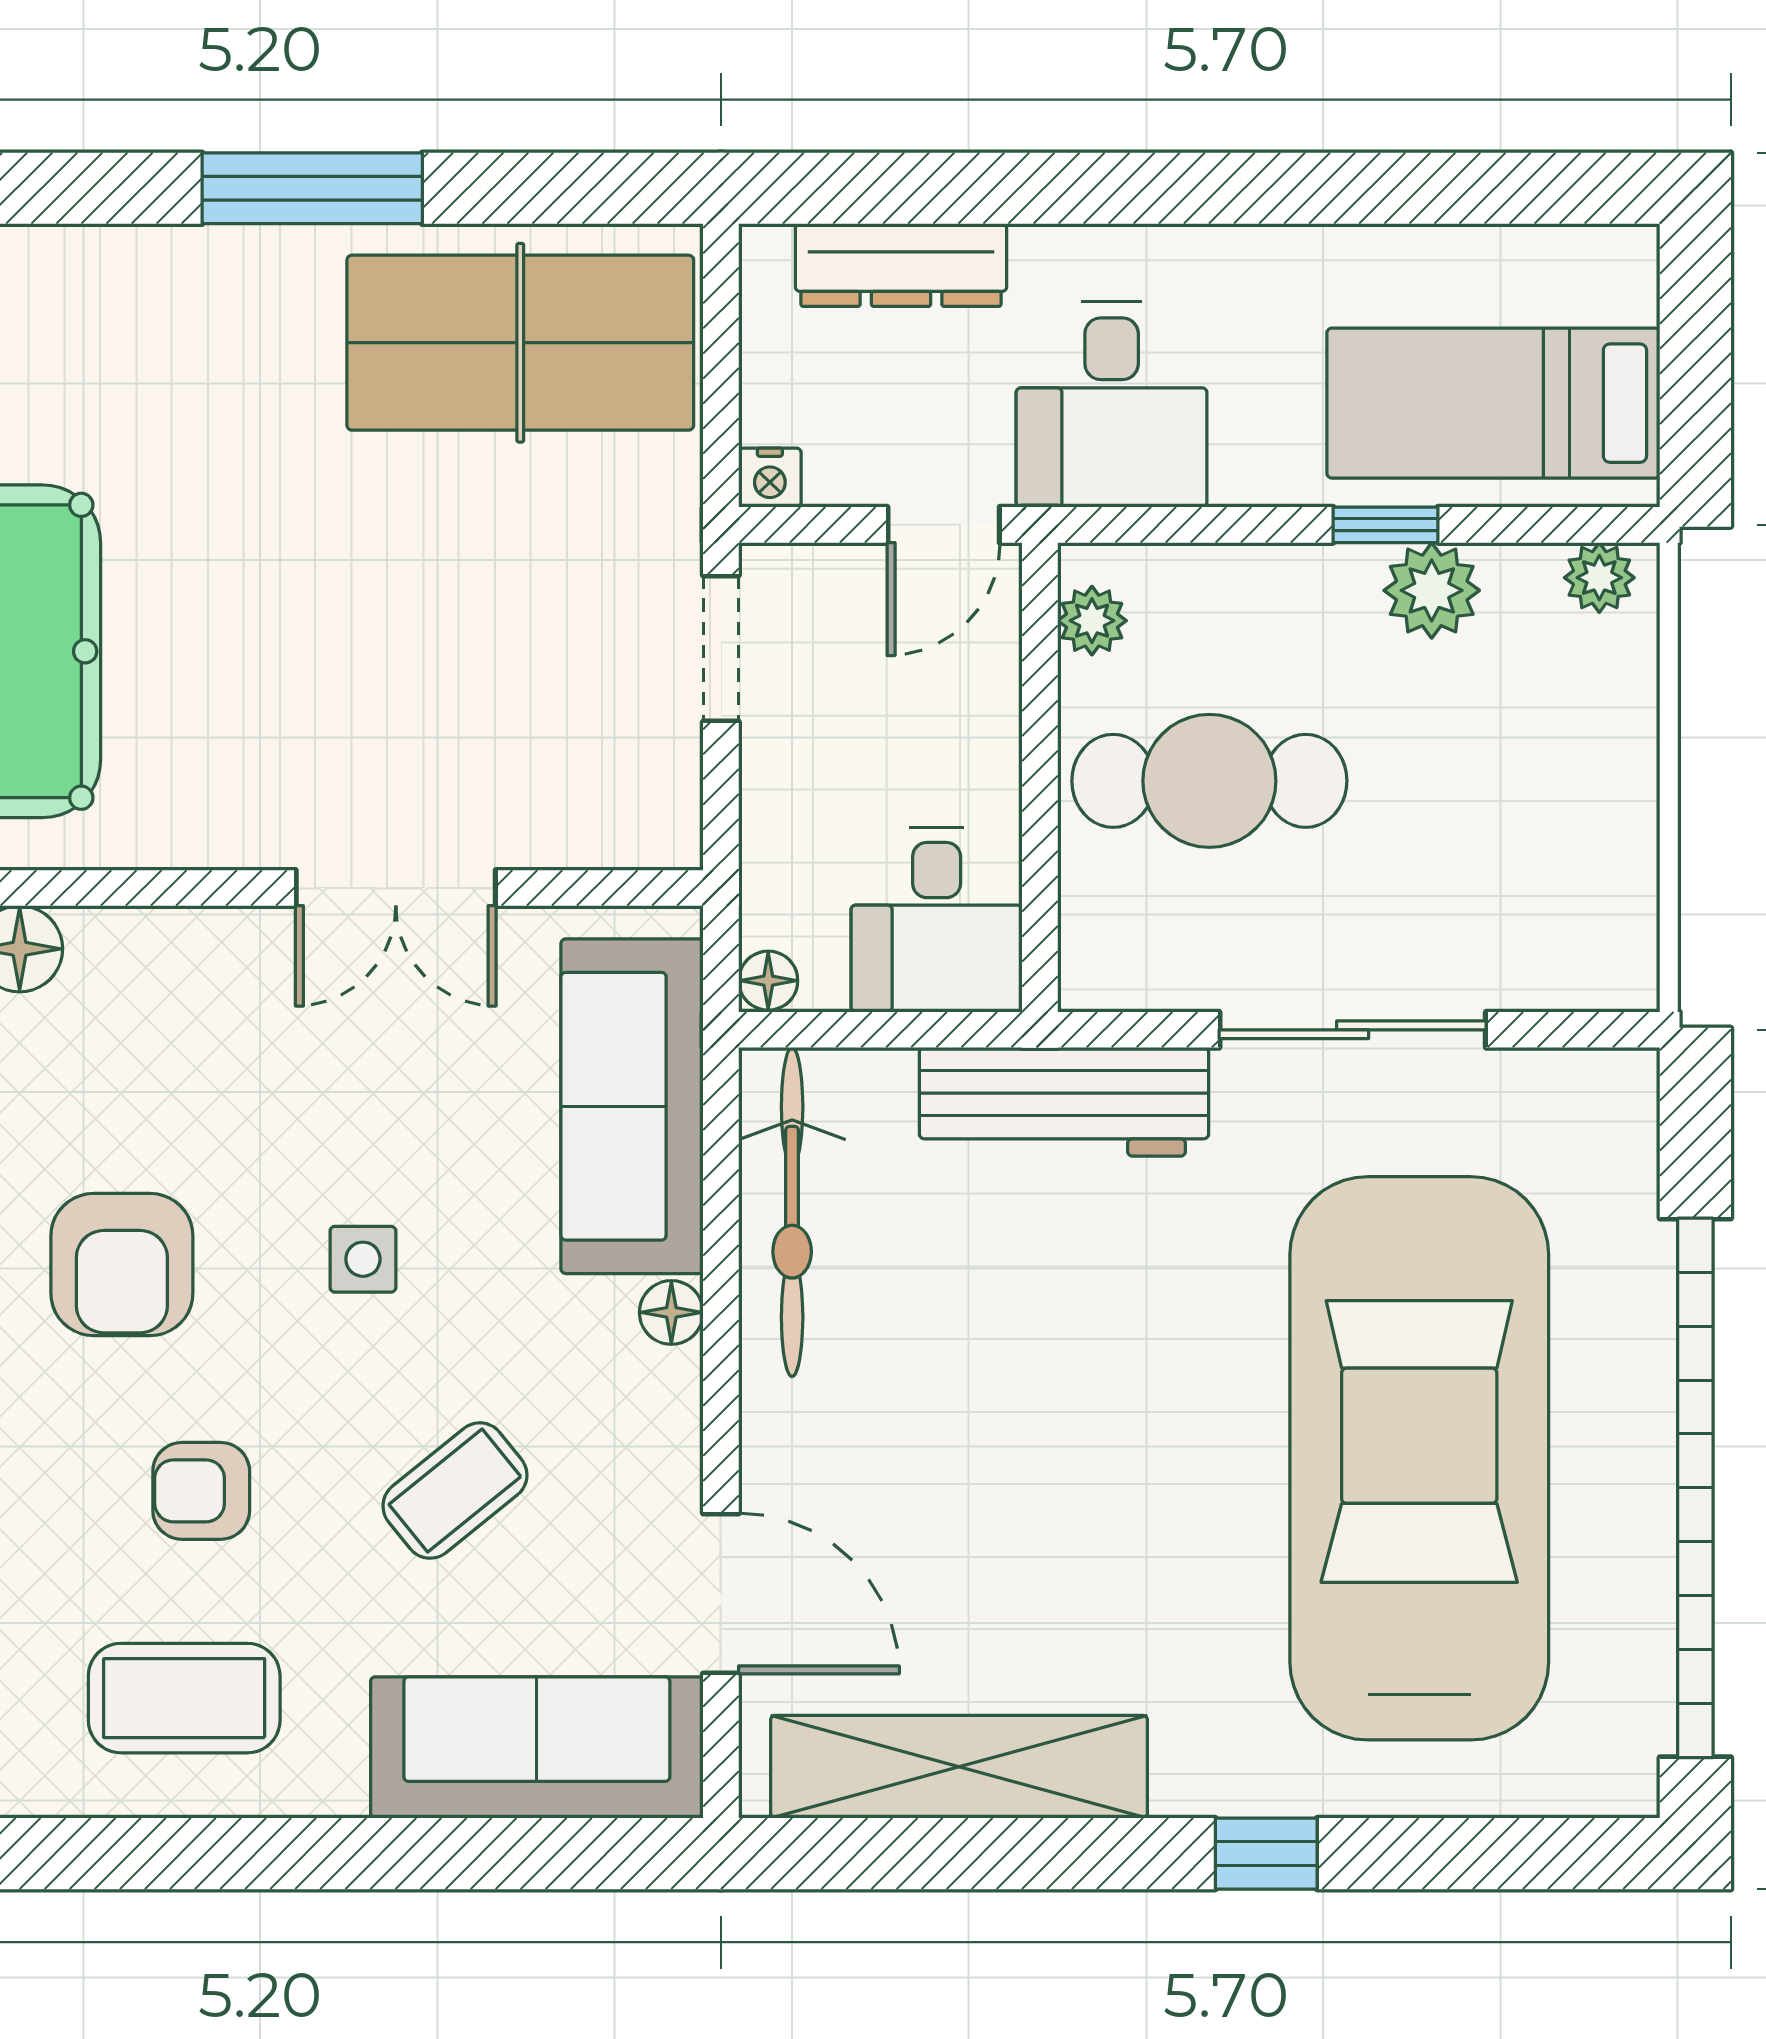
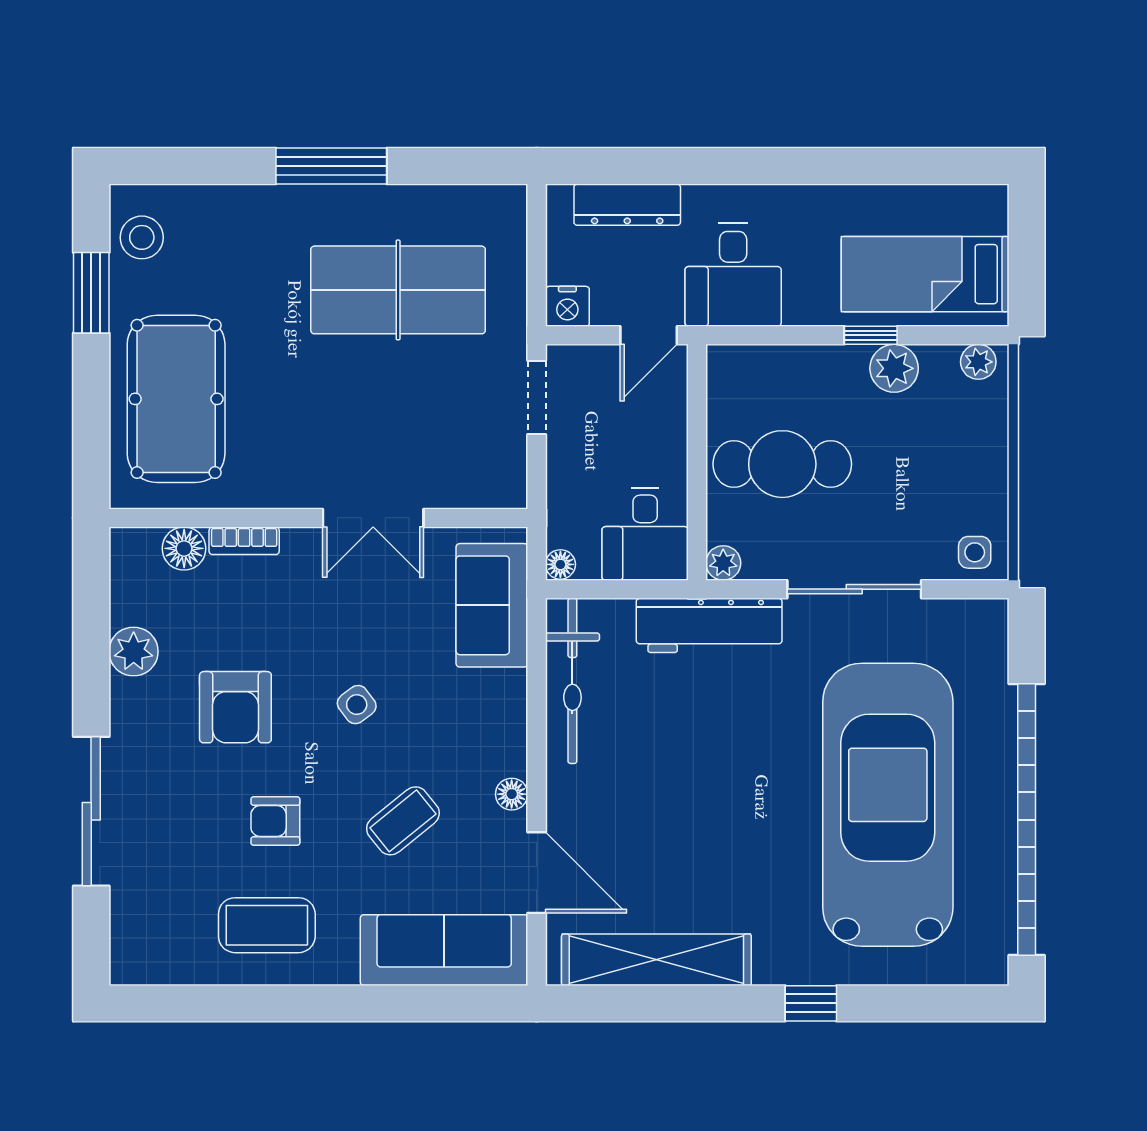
table tennis table: (520, 343) -> (398, 290), moved
nightstand: (770, 478) -> (567, 306), width x1.39, depth x1.35
plant: (1092, 621) -> (723, 563), moved
bookcase: (139, 933) -> (244, 541), added
side table: (1592, 957) -> (975, 552), added
sofa: (632, 1106) -> (492, 605), width x0.73
side table: (363, 1259) -> (357, 705), turned -37
floor lamp: (671, 1312) -> (512, 794), moved

